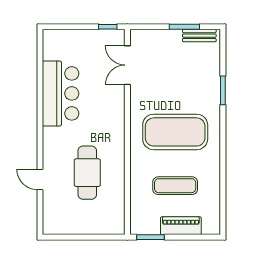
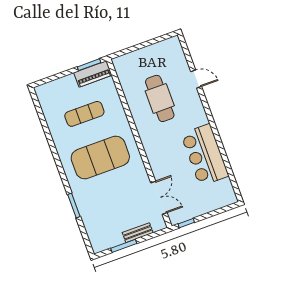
bench: (199, 36) -> (138, 233), moved
piano: (181, 226) -> (93, 74), moved

